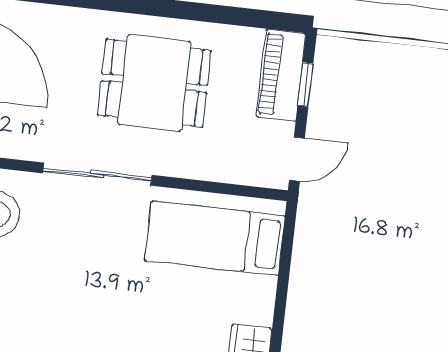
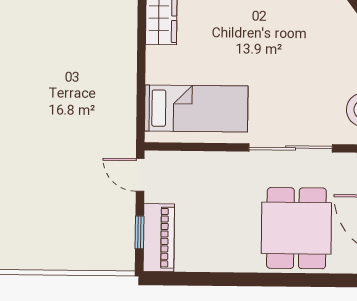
dining table: (154, 83) -> (296, 228), moved, turned 90
door: (297, 159) -> (140, 175), hinge flipped

